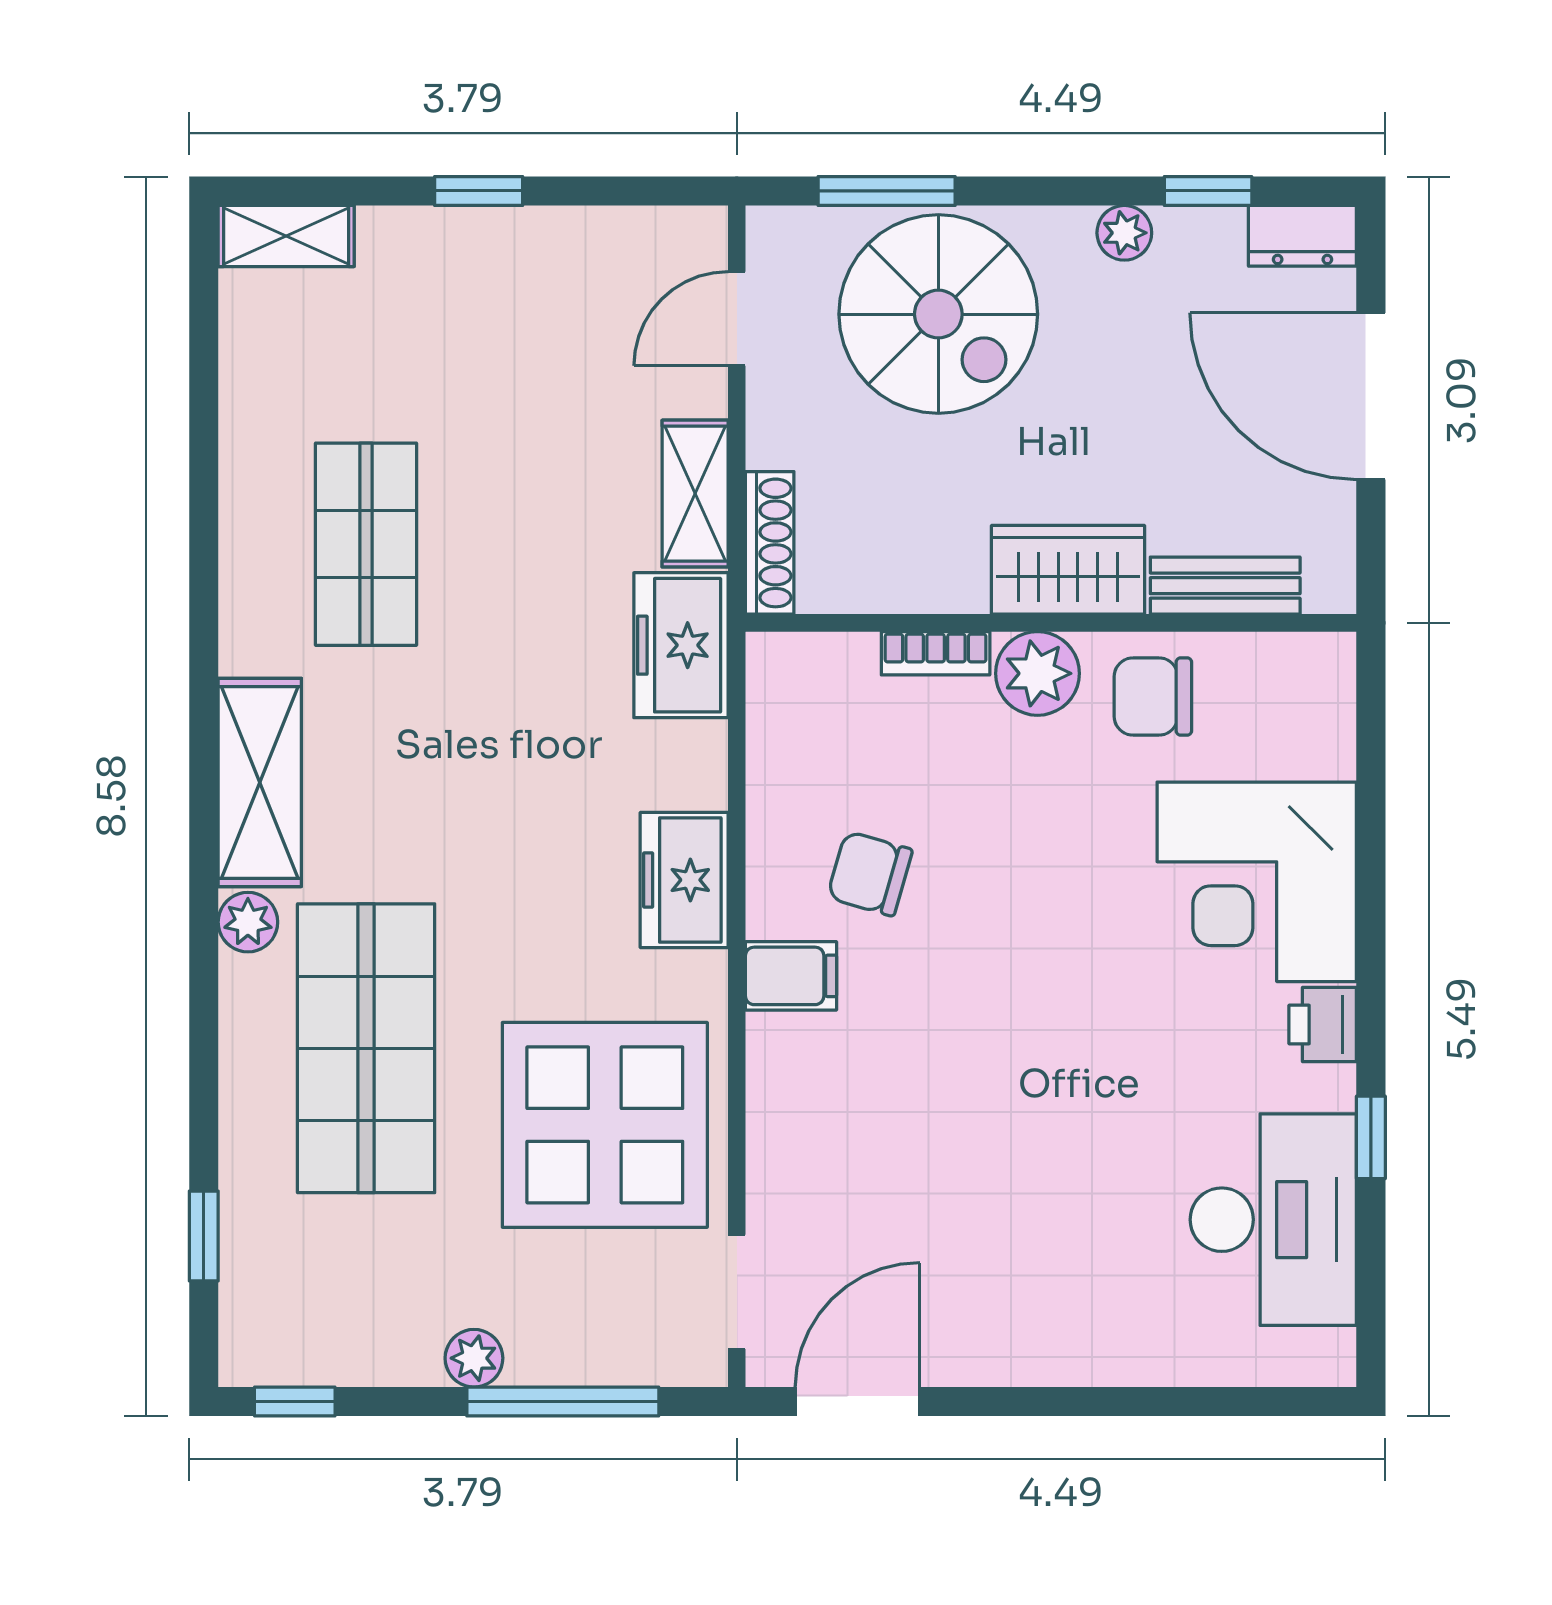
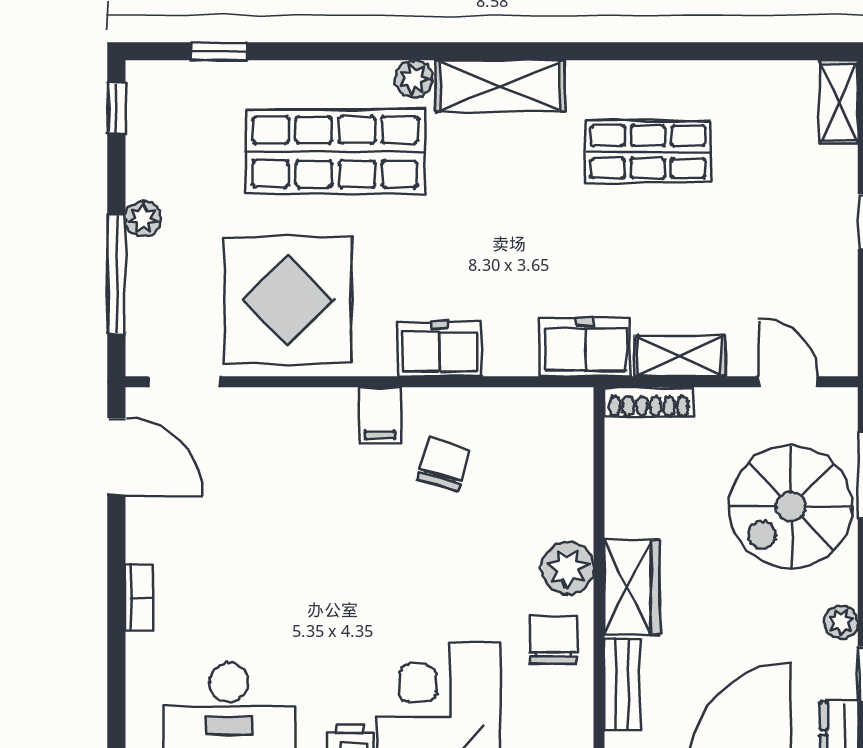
bookcase: (936, 653) -> (139, 597), moved, turned 180

